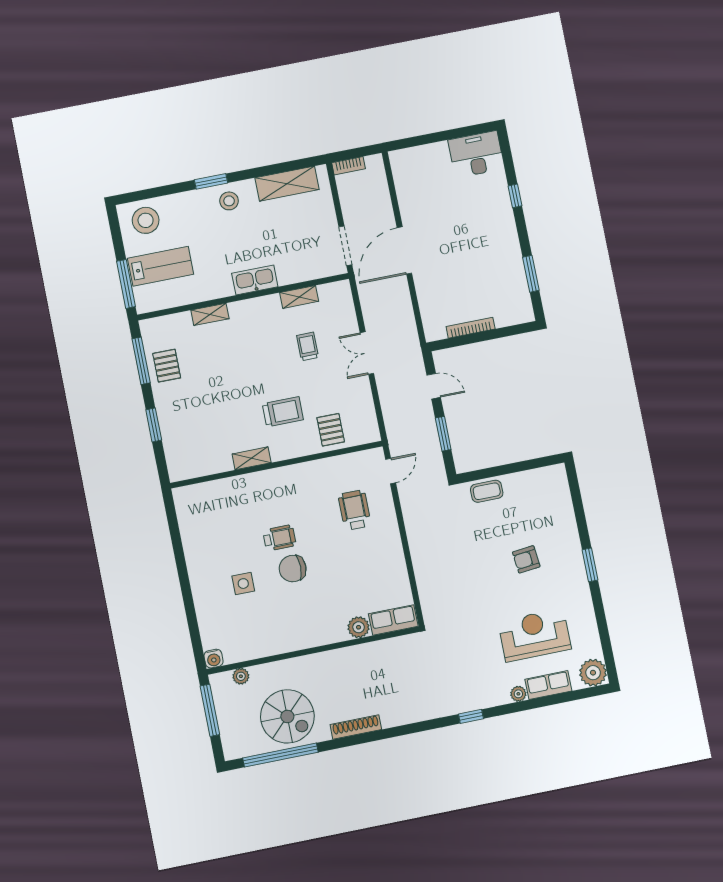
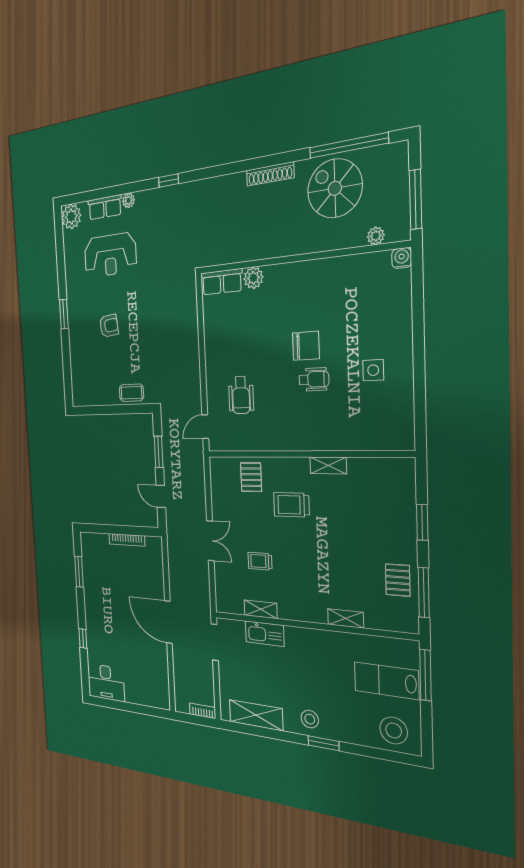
door: (404, 250) -> (168, 622), swing flipped
kitchen sink: (255, 280) -> (265, 634), moved
trolley: (308, 346) -> (260, 561), turned 90
wheelchair: (279, 538) -> (314, 379), turned 180
side table: (243, 584) -> (373, 370), moved

